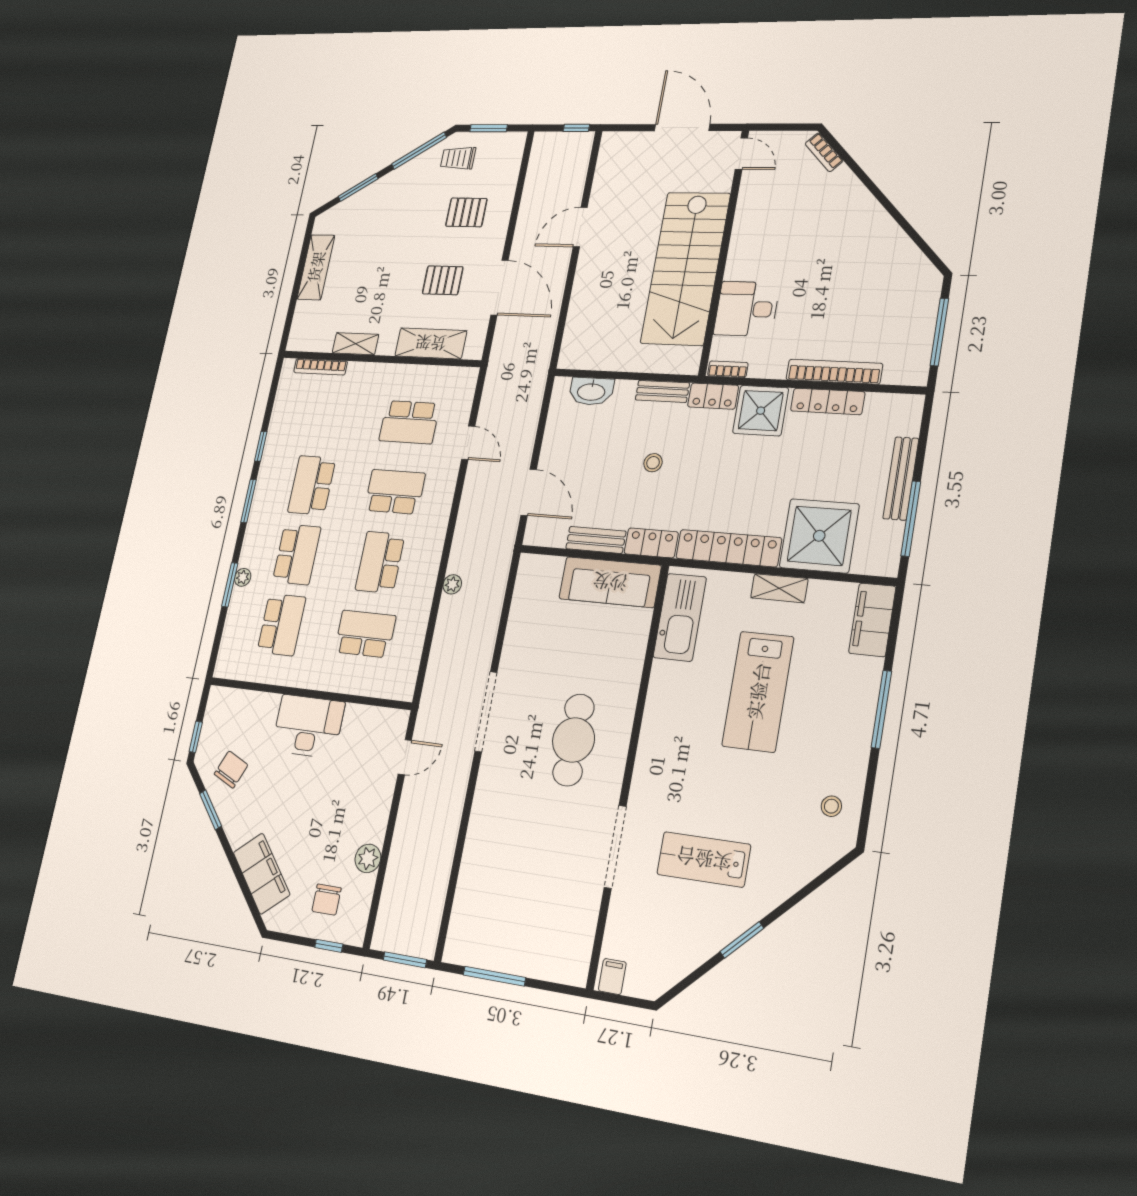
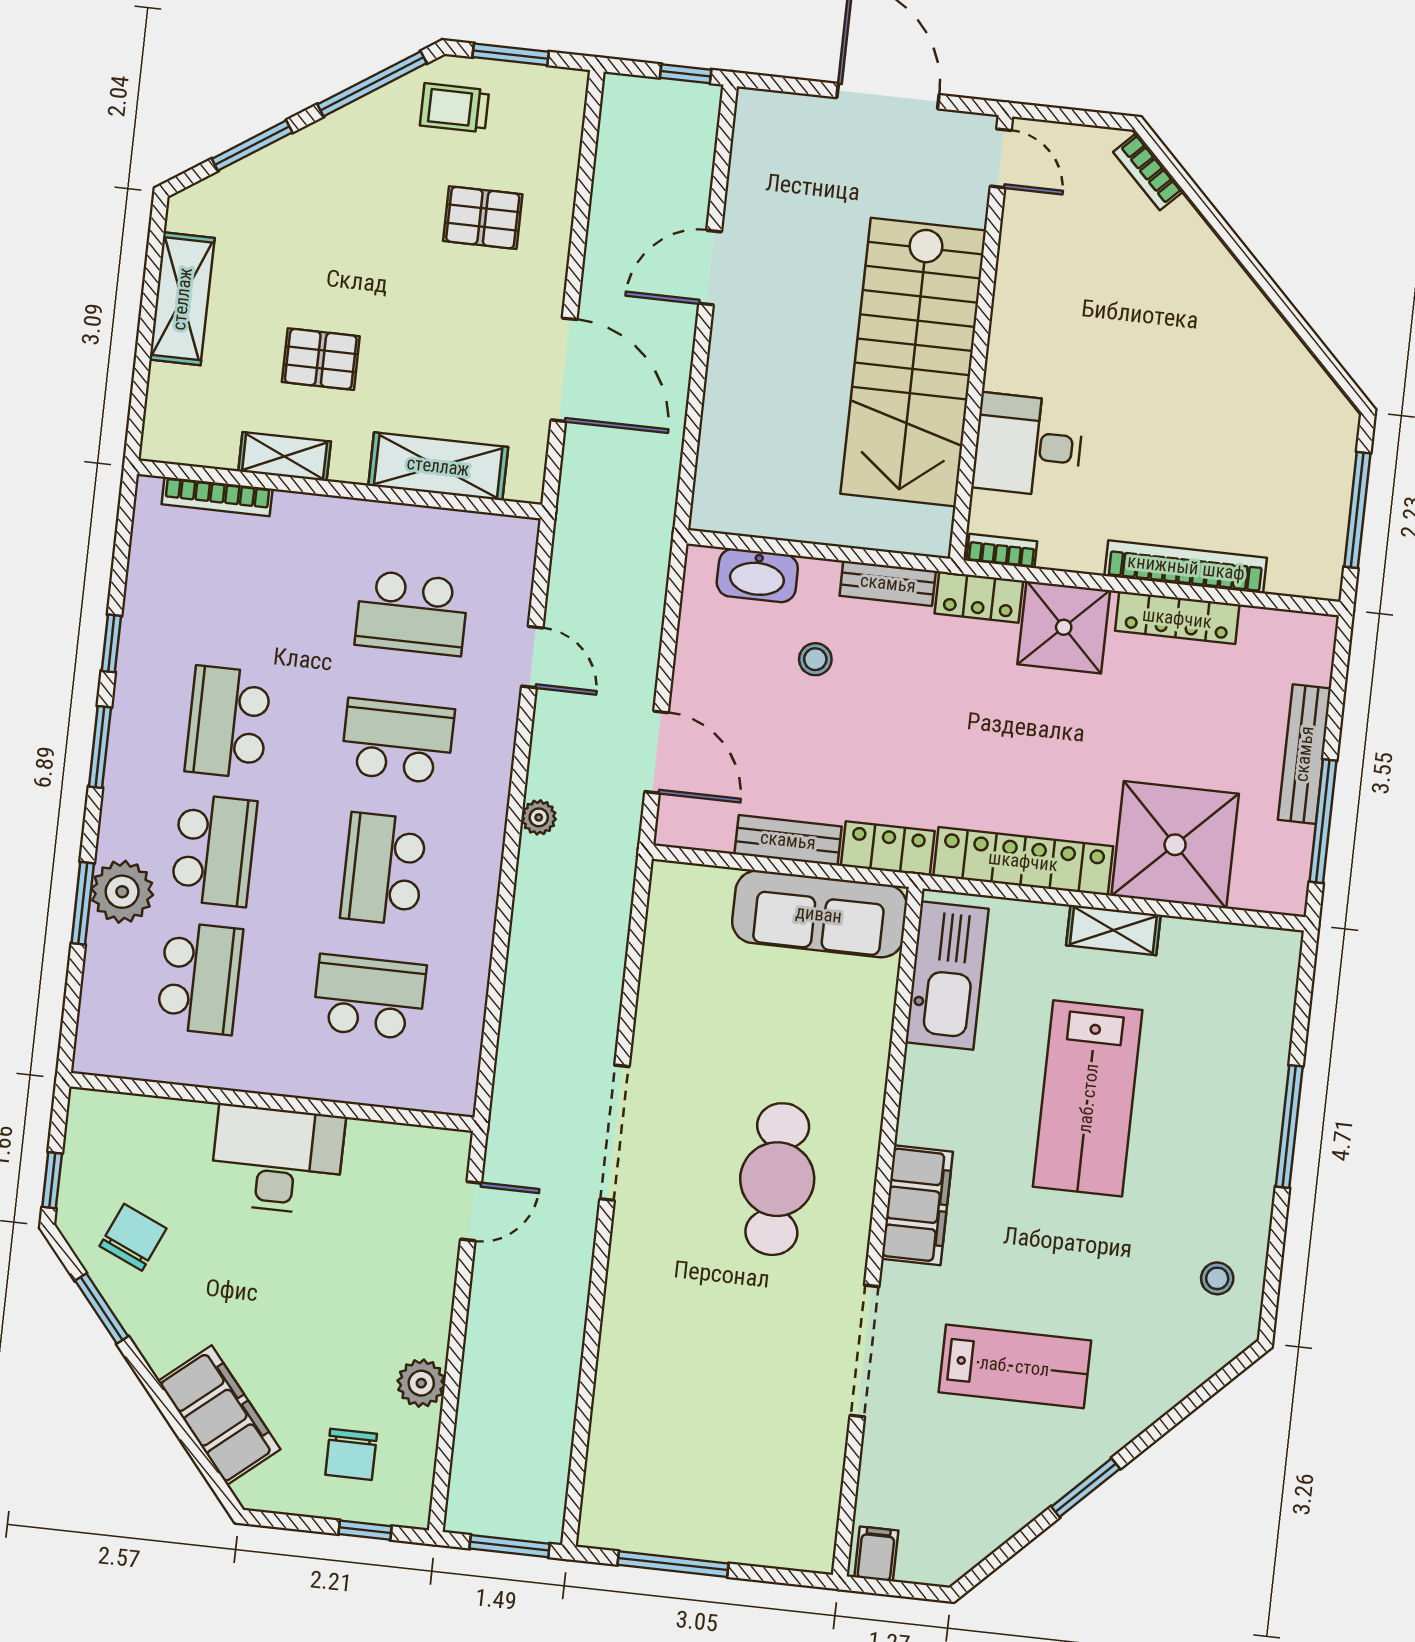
pallet: (443, 280) -> (321, 359), moved
stool: (653, 463) -> (815, 659), moved
plant: (243, 577) -> (122, 892), width x1.88, depth x1.88
plant: (452, 584) -> (539, 817), moved
filing cabinet: (872, 620) -> (917, 1205), moved, turned 180
lab bench: (704, 859) -> (1015, 1366), turned 180

